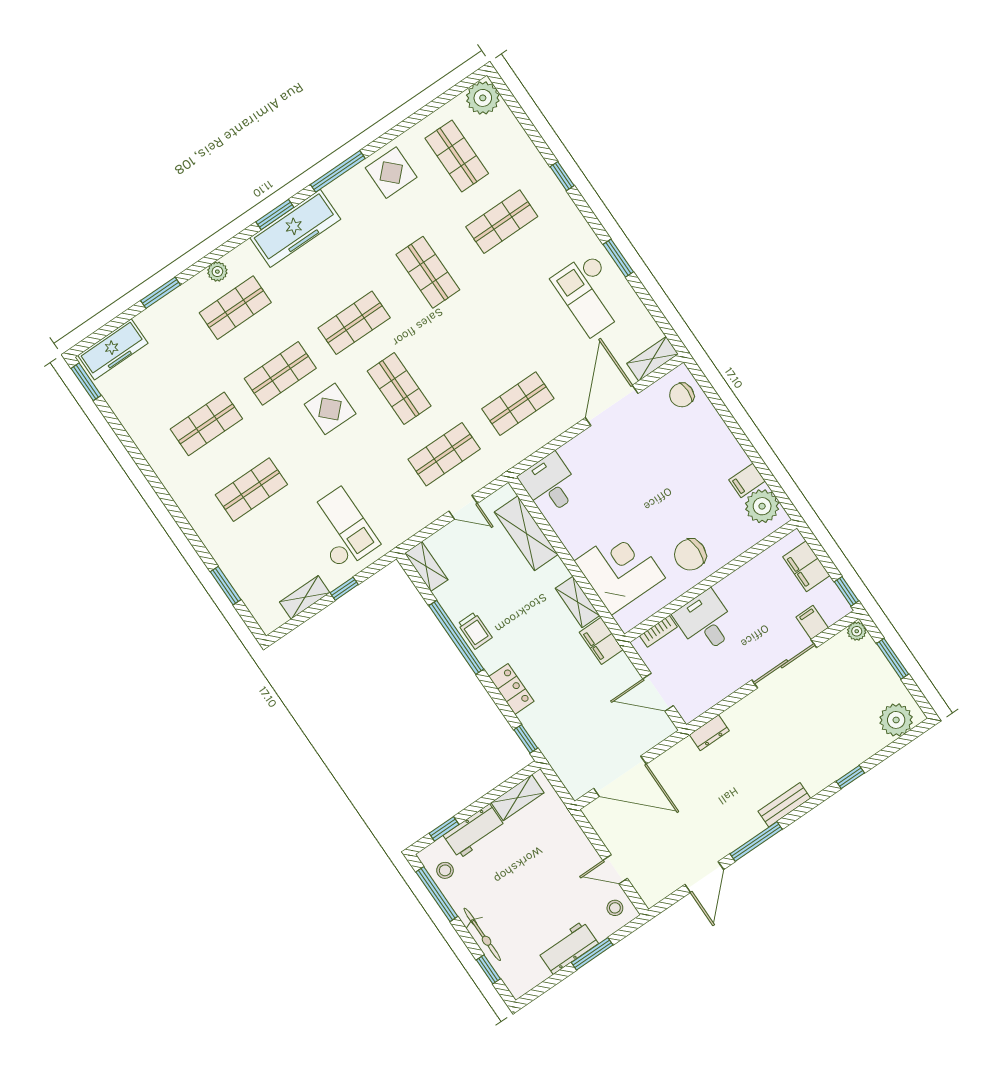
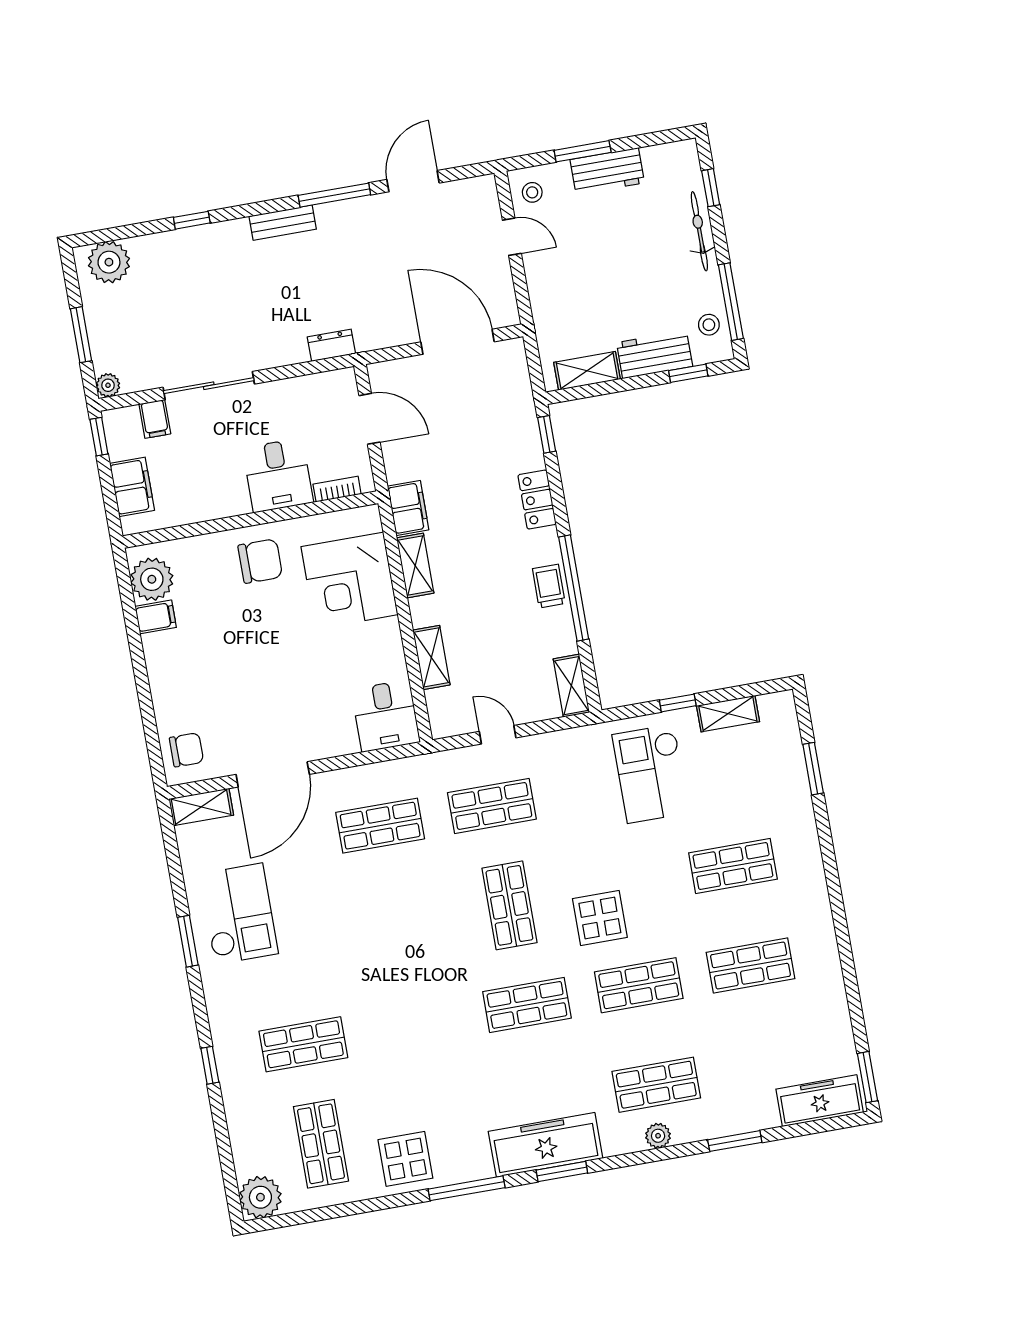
shop shelf: (428, 272) -> (415, 1025), removed
shelving: (526, 533) -> (431, 657), width x0.67, depth x0.75

